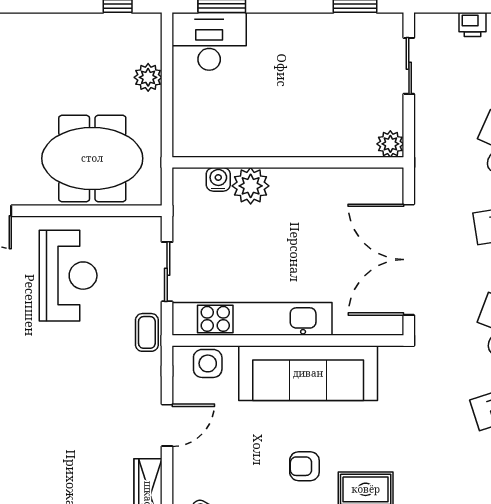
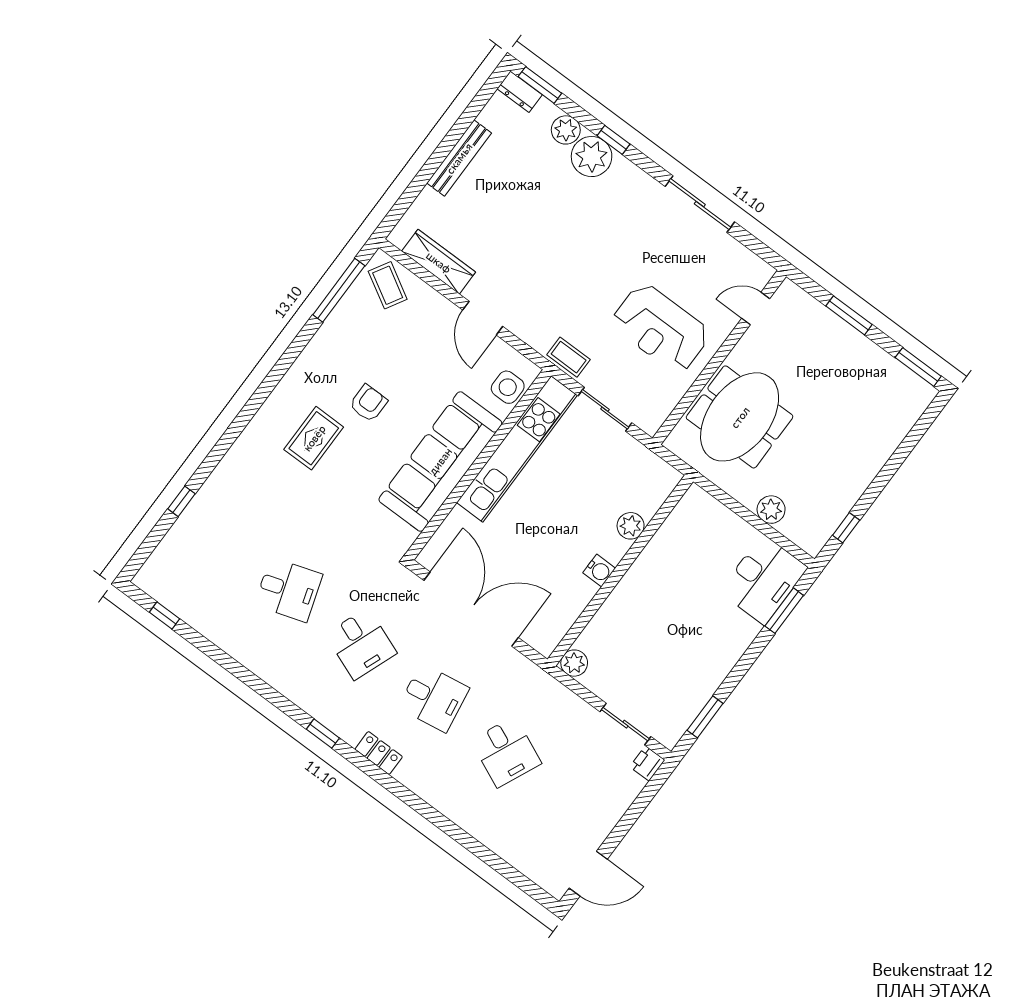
printer: (473, 25) -> (647, 763), moved
water cooler: (218, 179) -> (599, 571), moved
plant: (251, 186) -> (631, 526), width x0.73, depth x0.73

